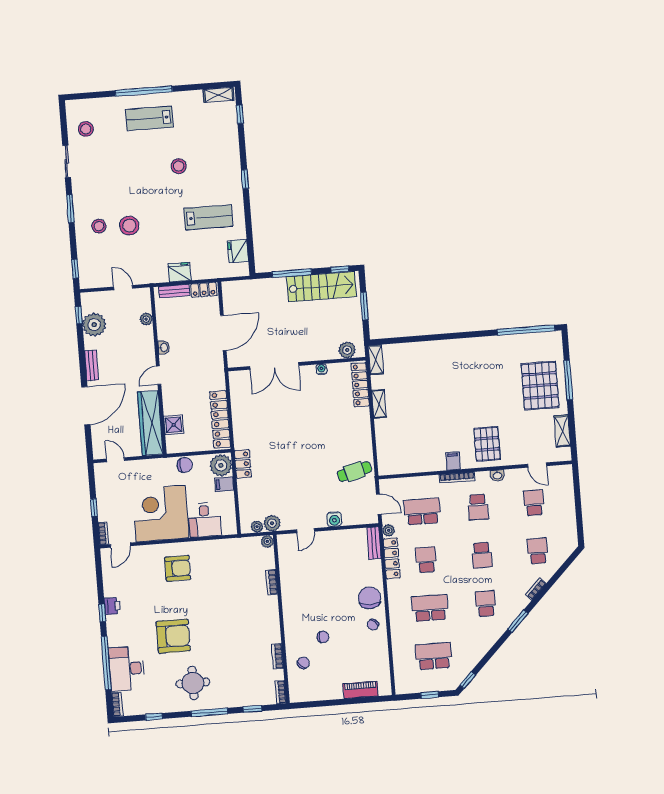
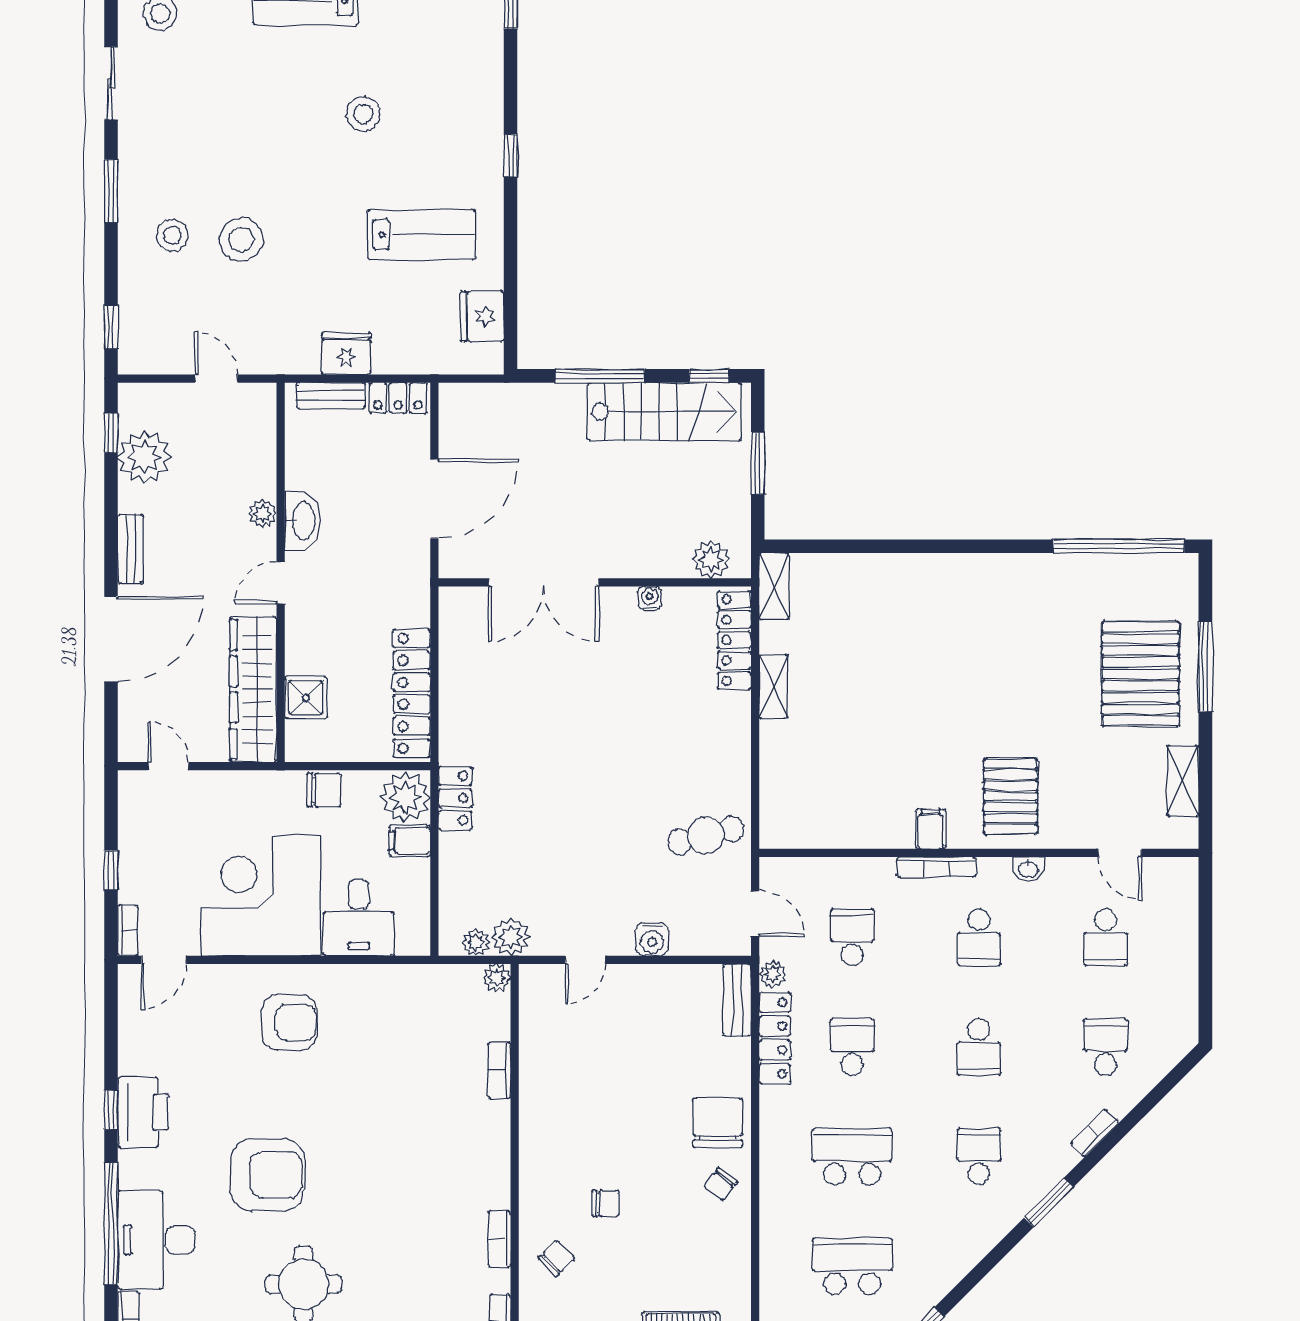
plant: (146, 319) -> (263, 514), moved
washbasin: (164, 347) -> (303, 521), width x1.91, depth x1.45
school desk: (534, 503) -> (1106, 937), turned 180
school desk: (422, 511) -> (852, 937), width x0.54
printer: (112, 606) -> (143, 1112), width x1.87, depth x1.48

